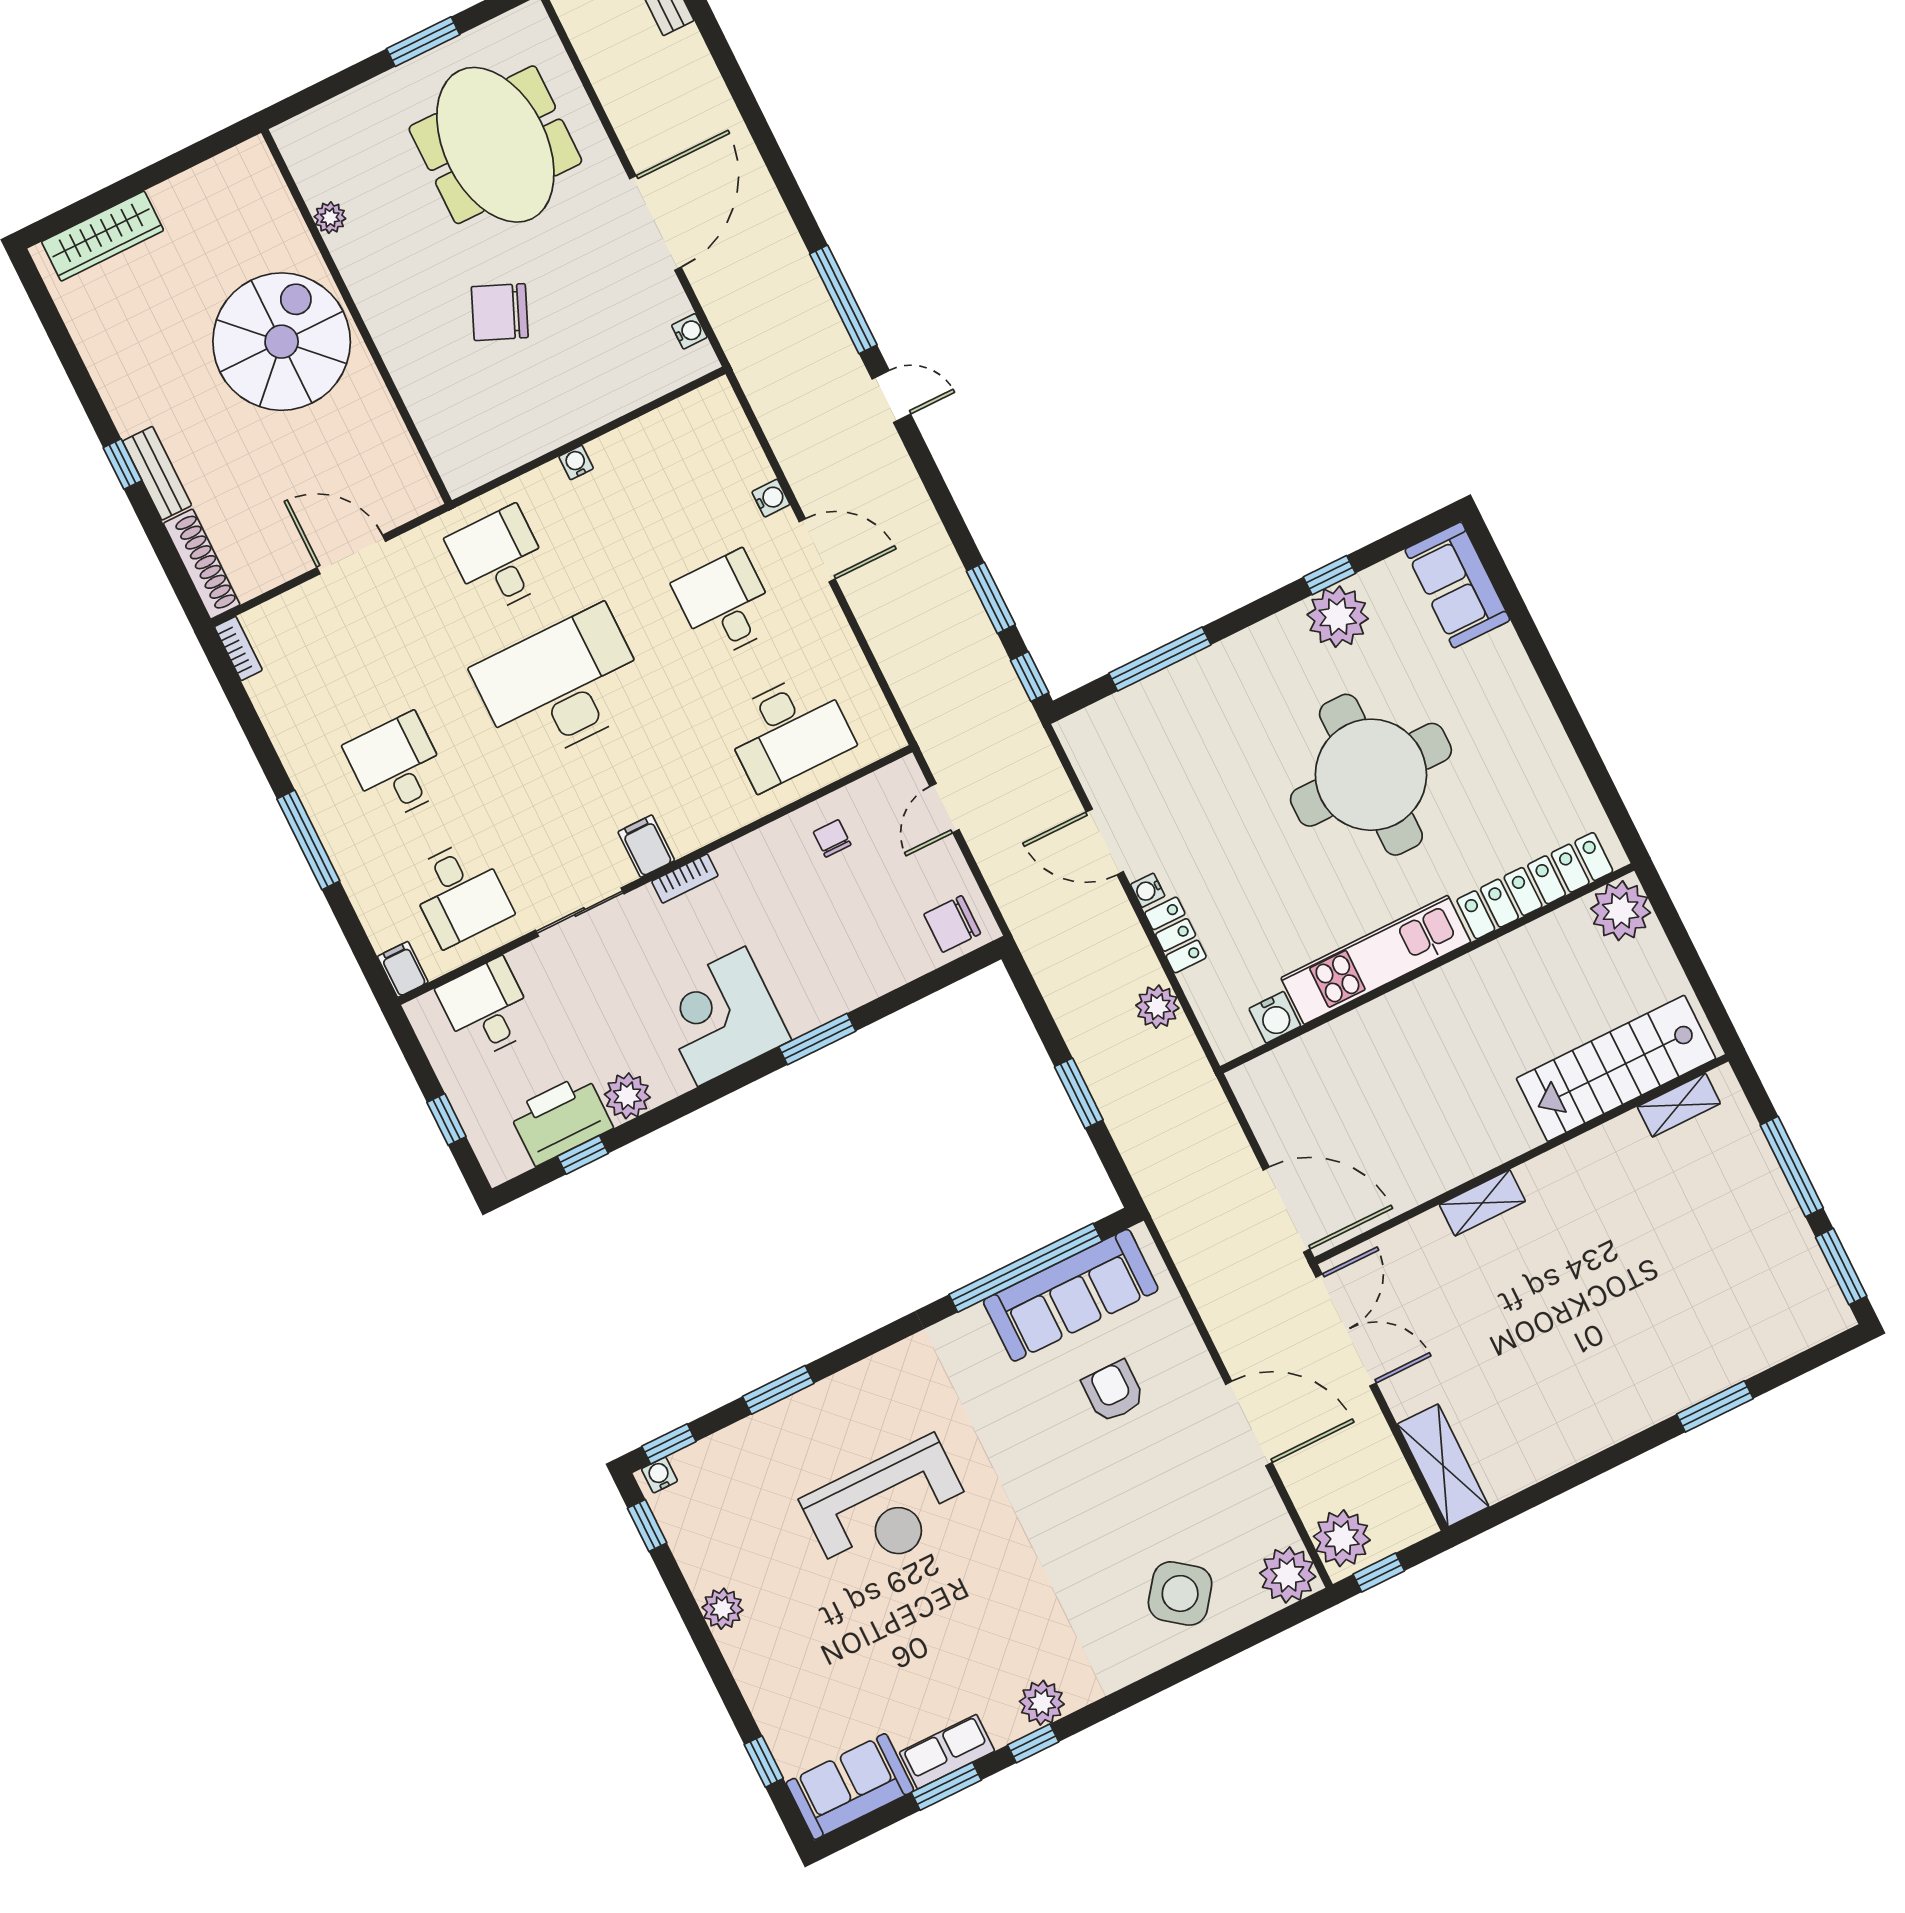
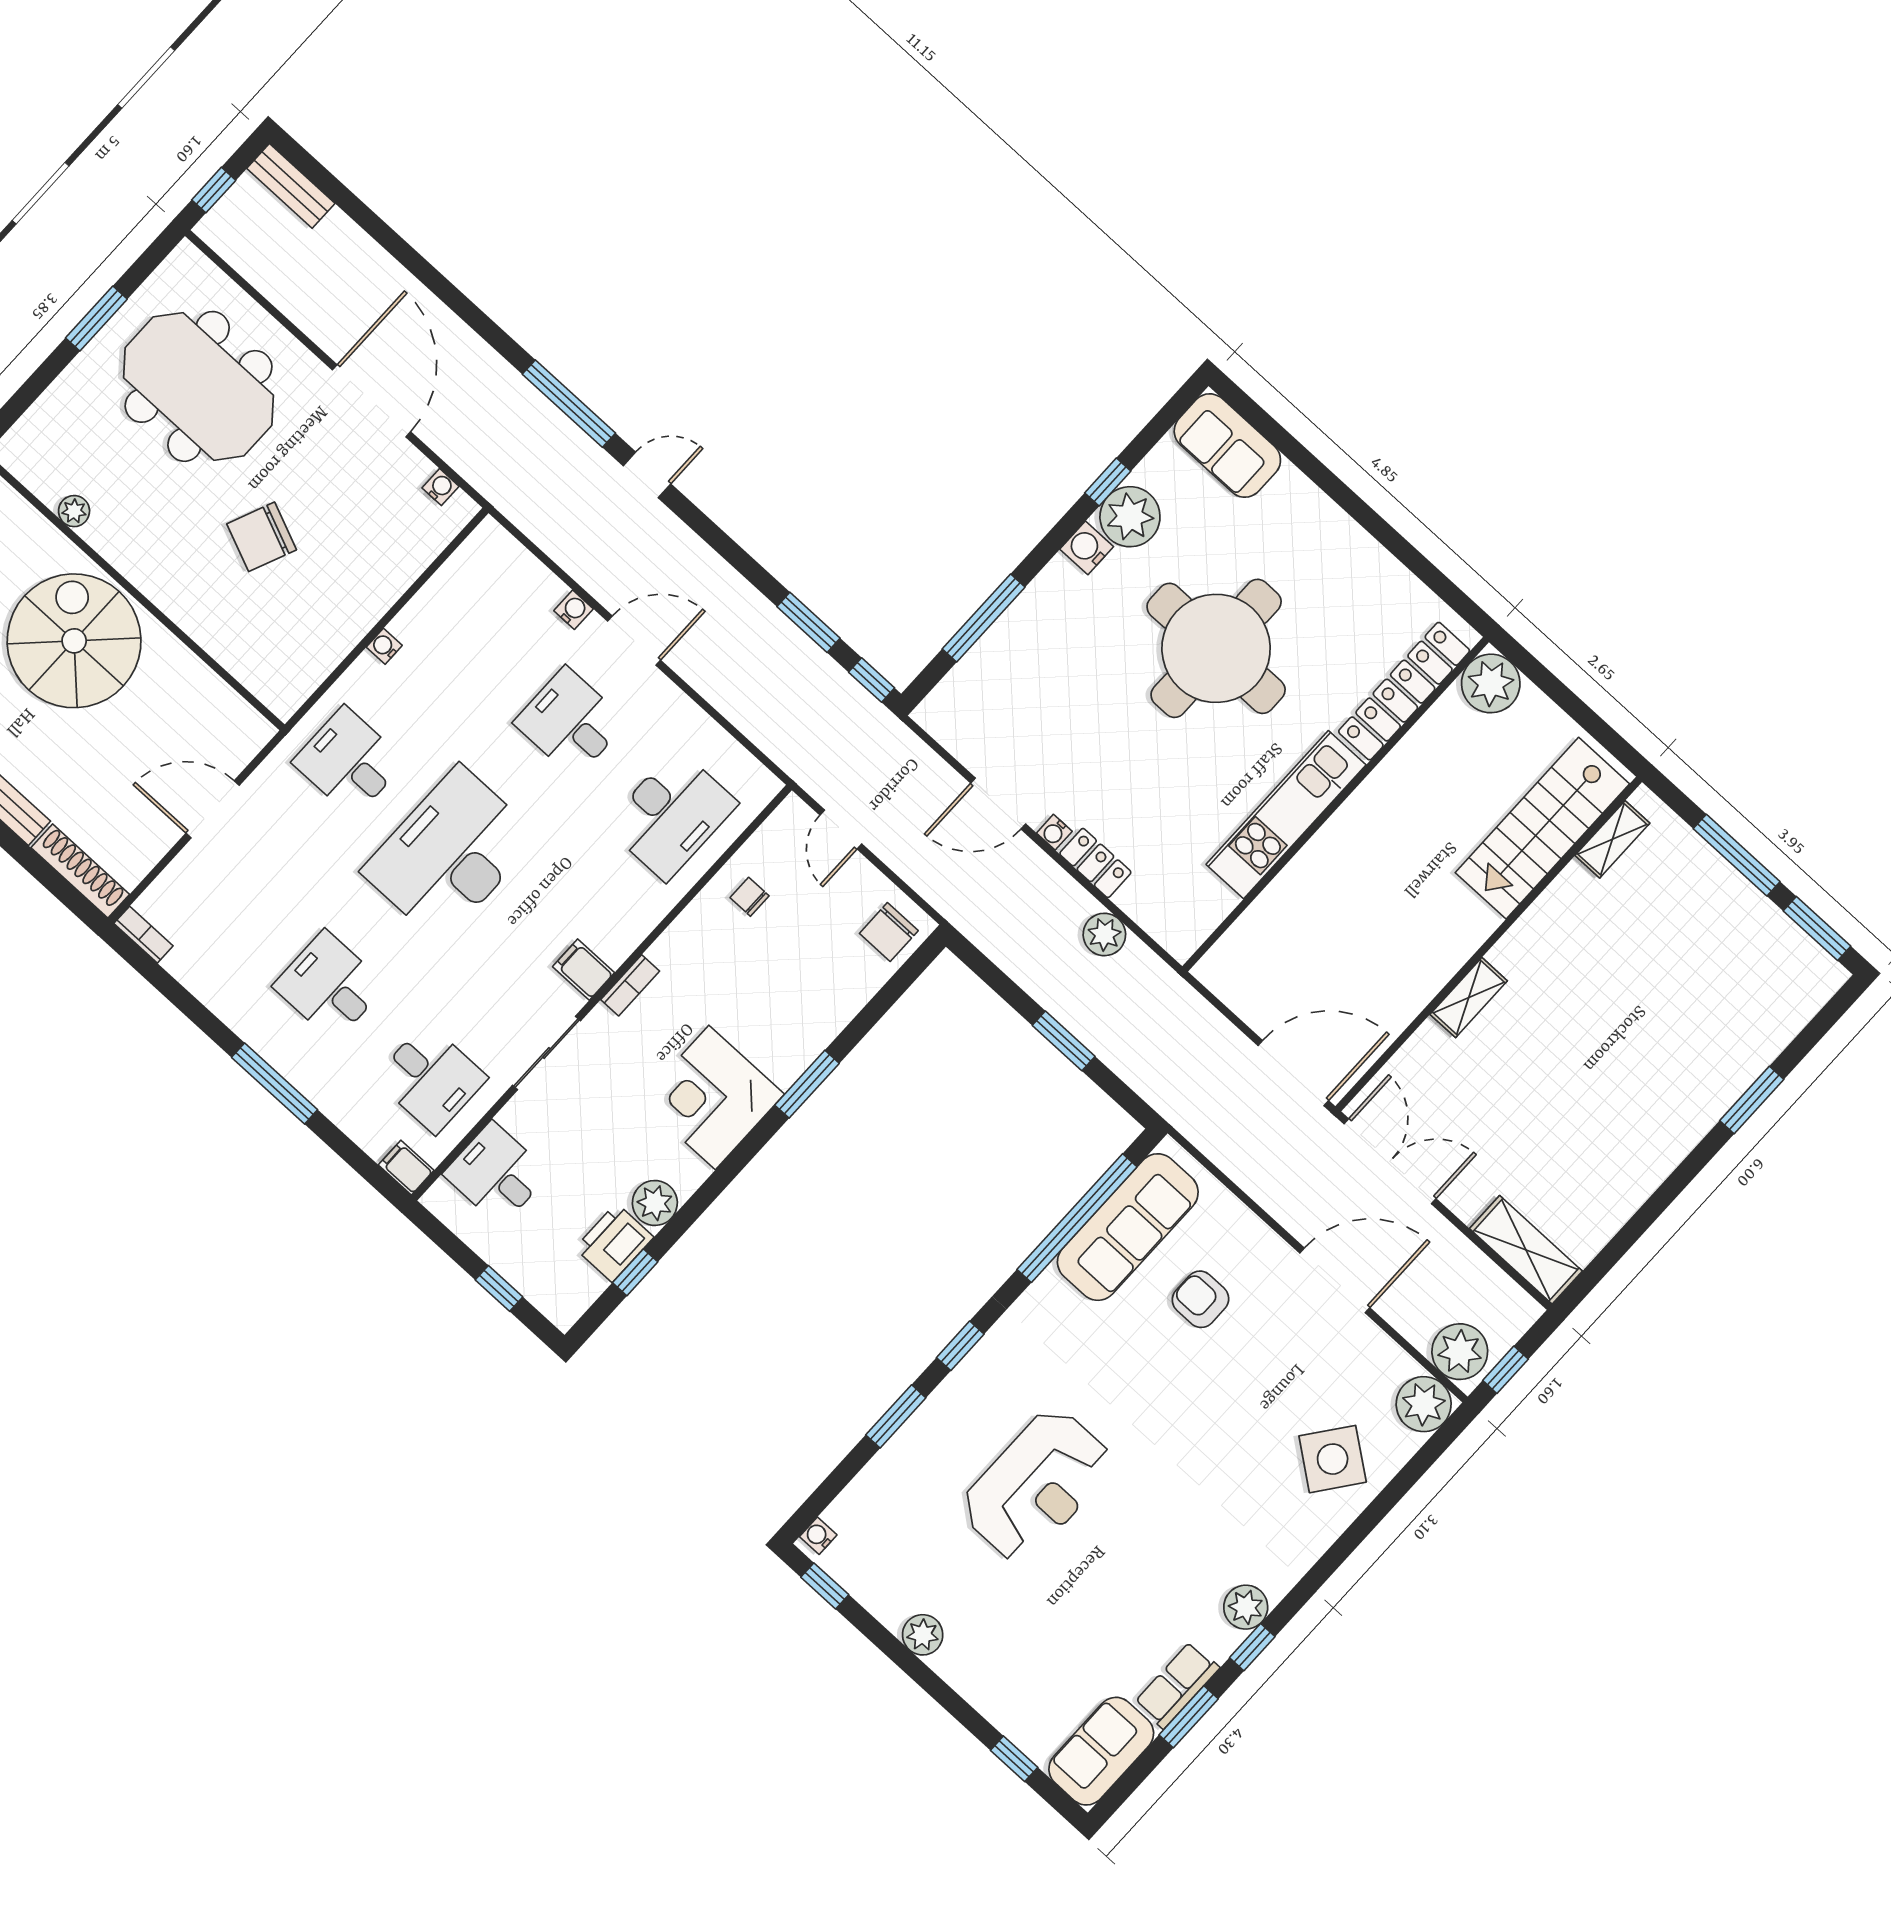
water cooler: (1275, 1017) -> (1087, 548), moved, turned 180
printer: (561, 1119) -> (614, 1243), width x0.73, depth x0.84
window: (669, 1444) -> (960, 1346), moved

